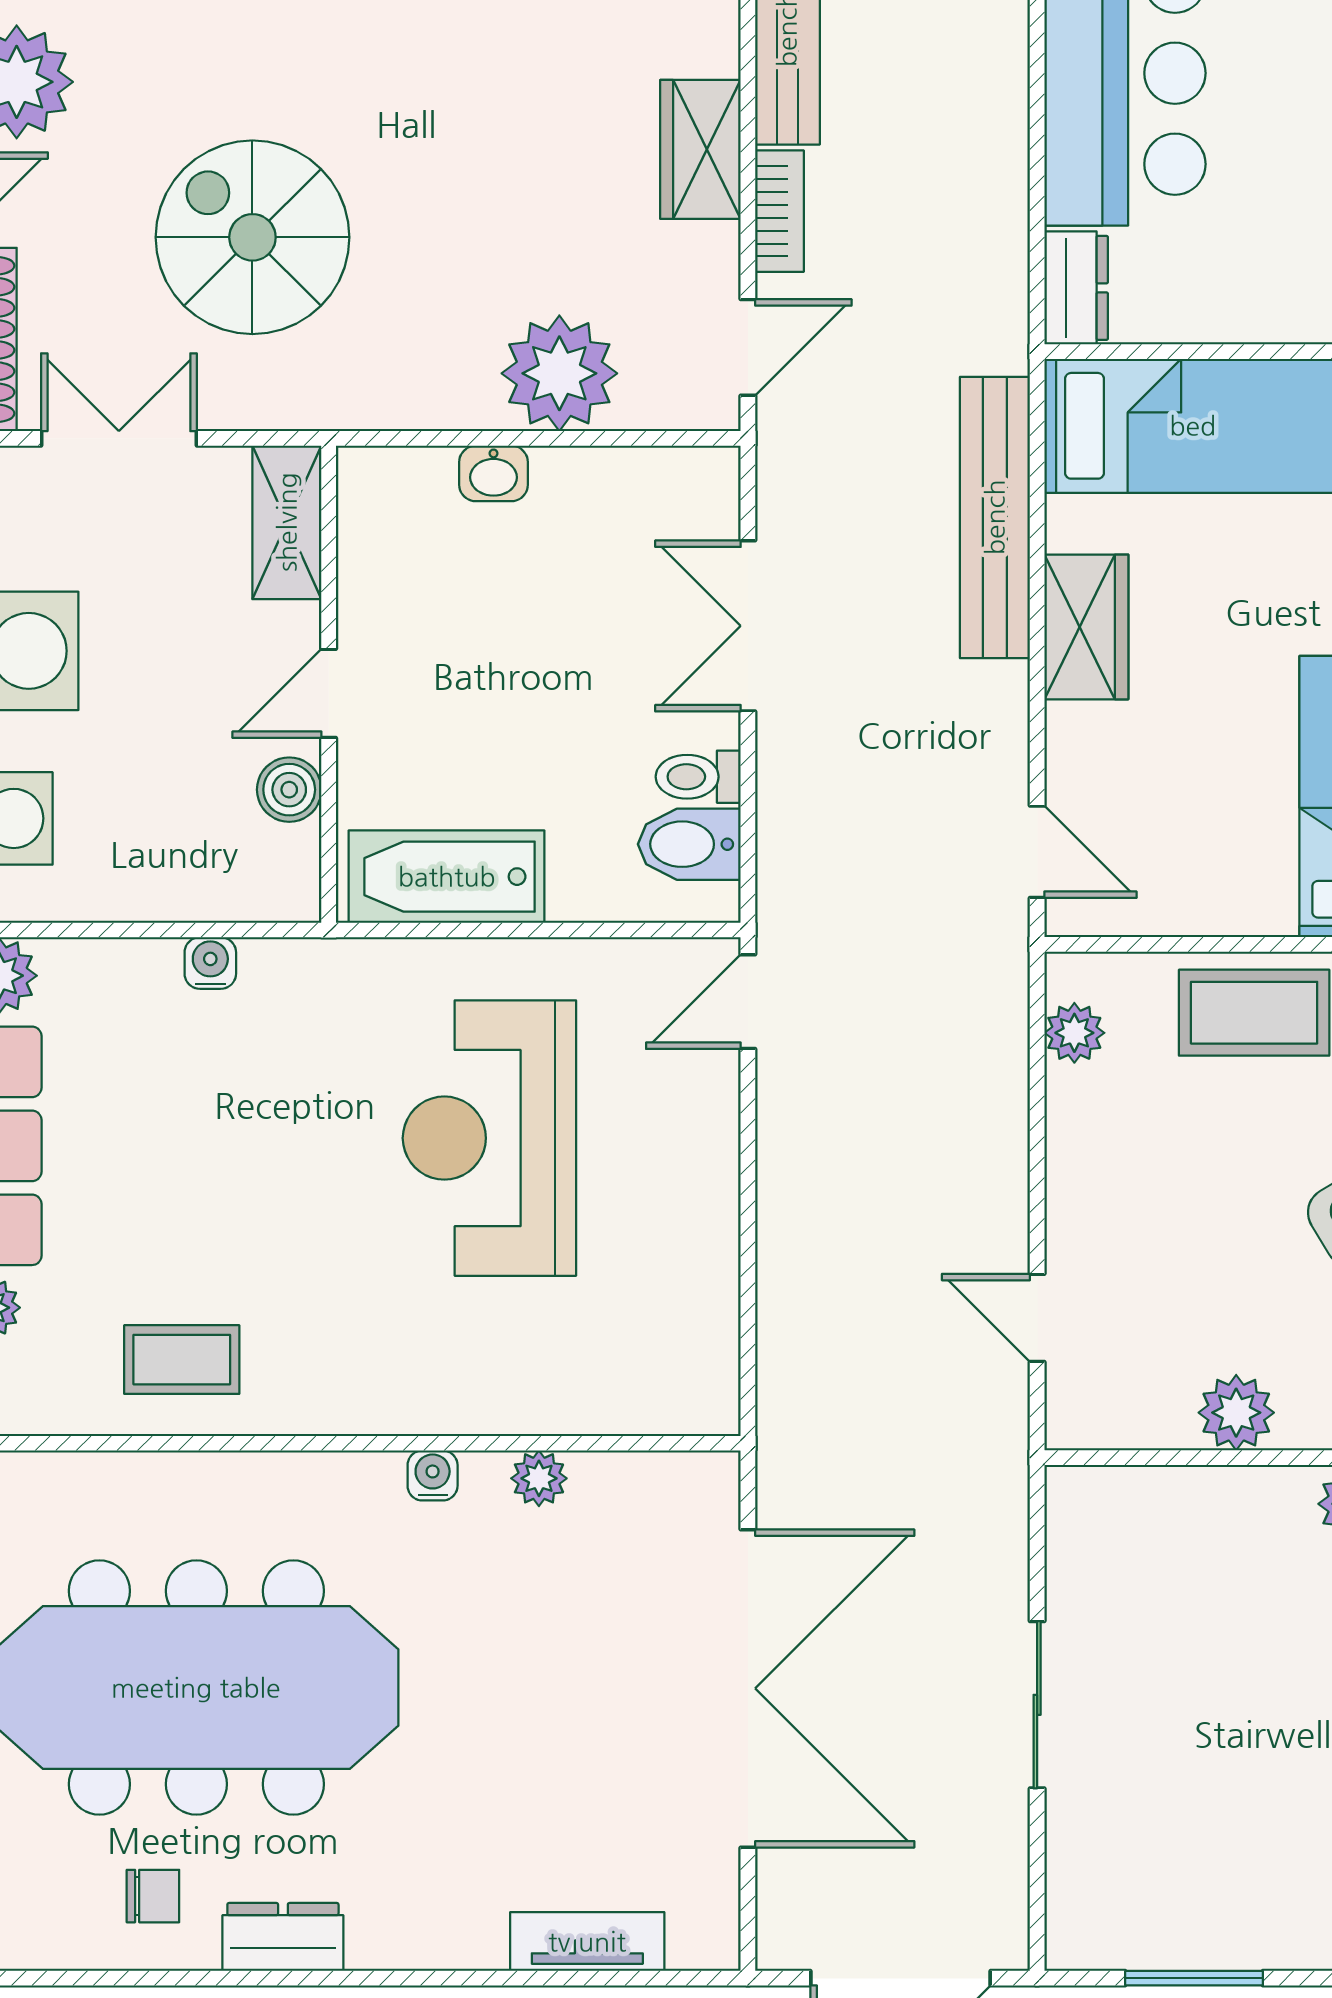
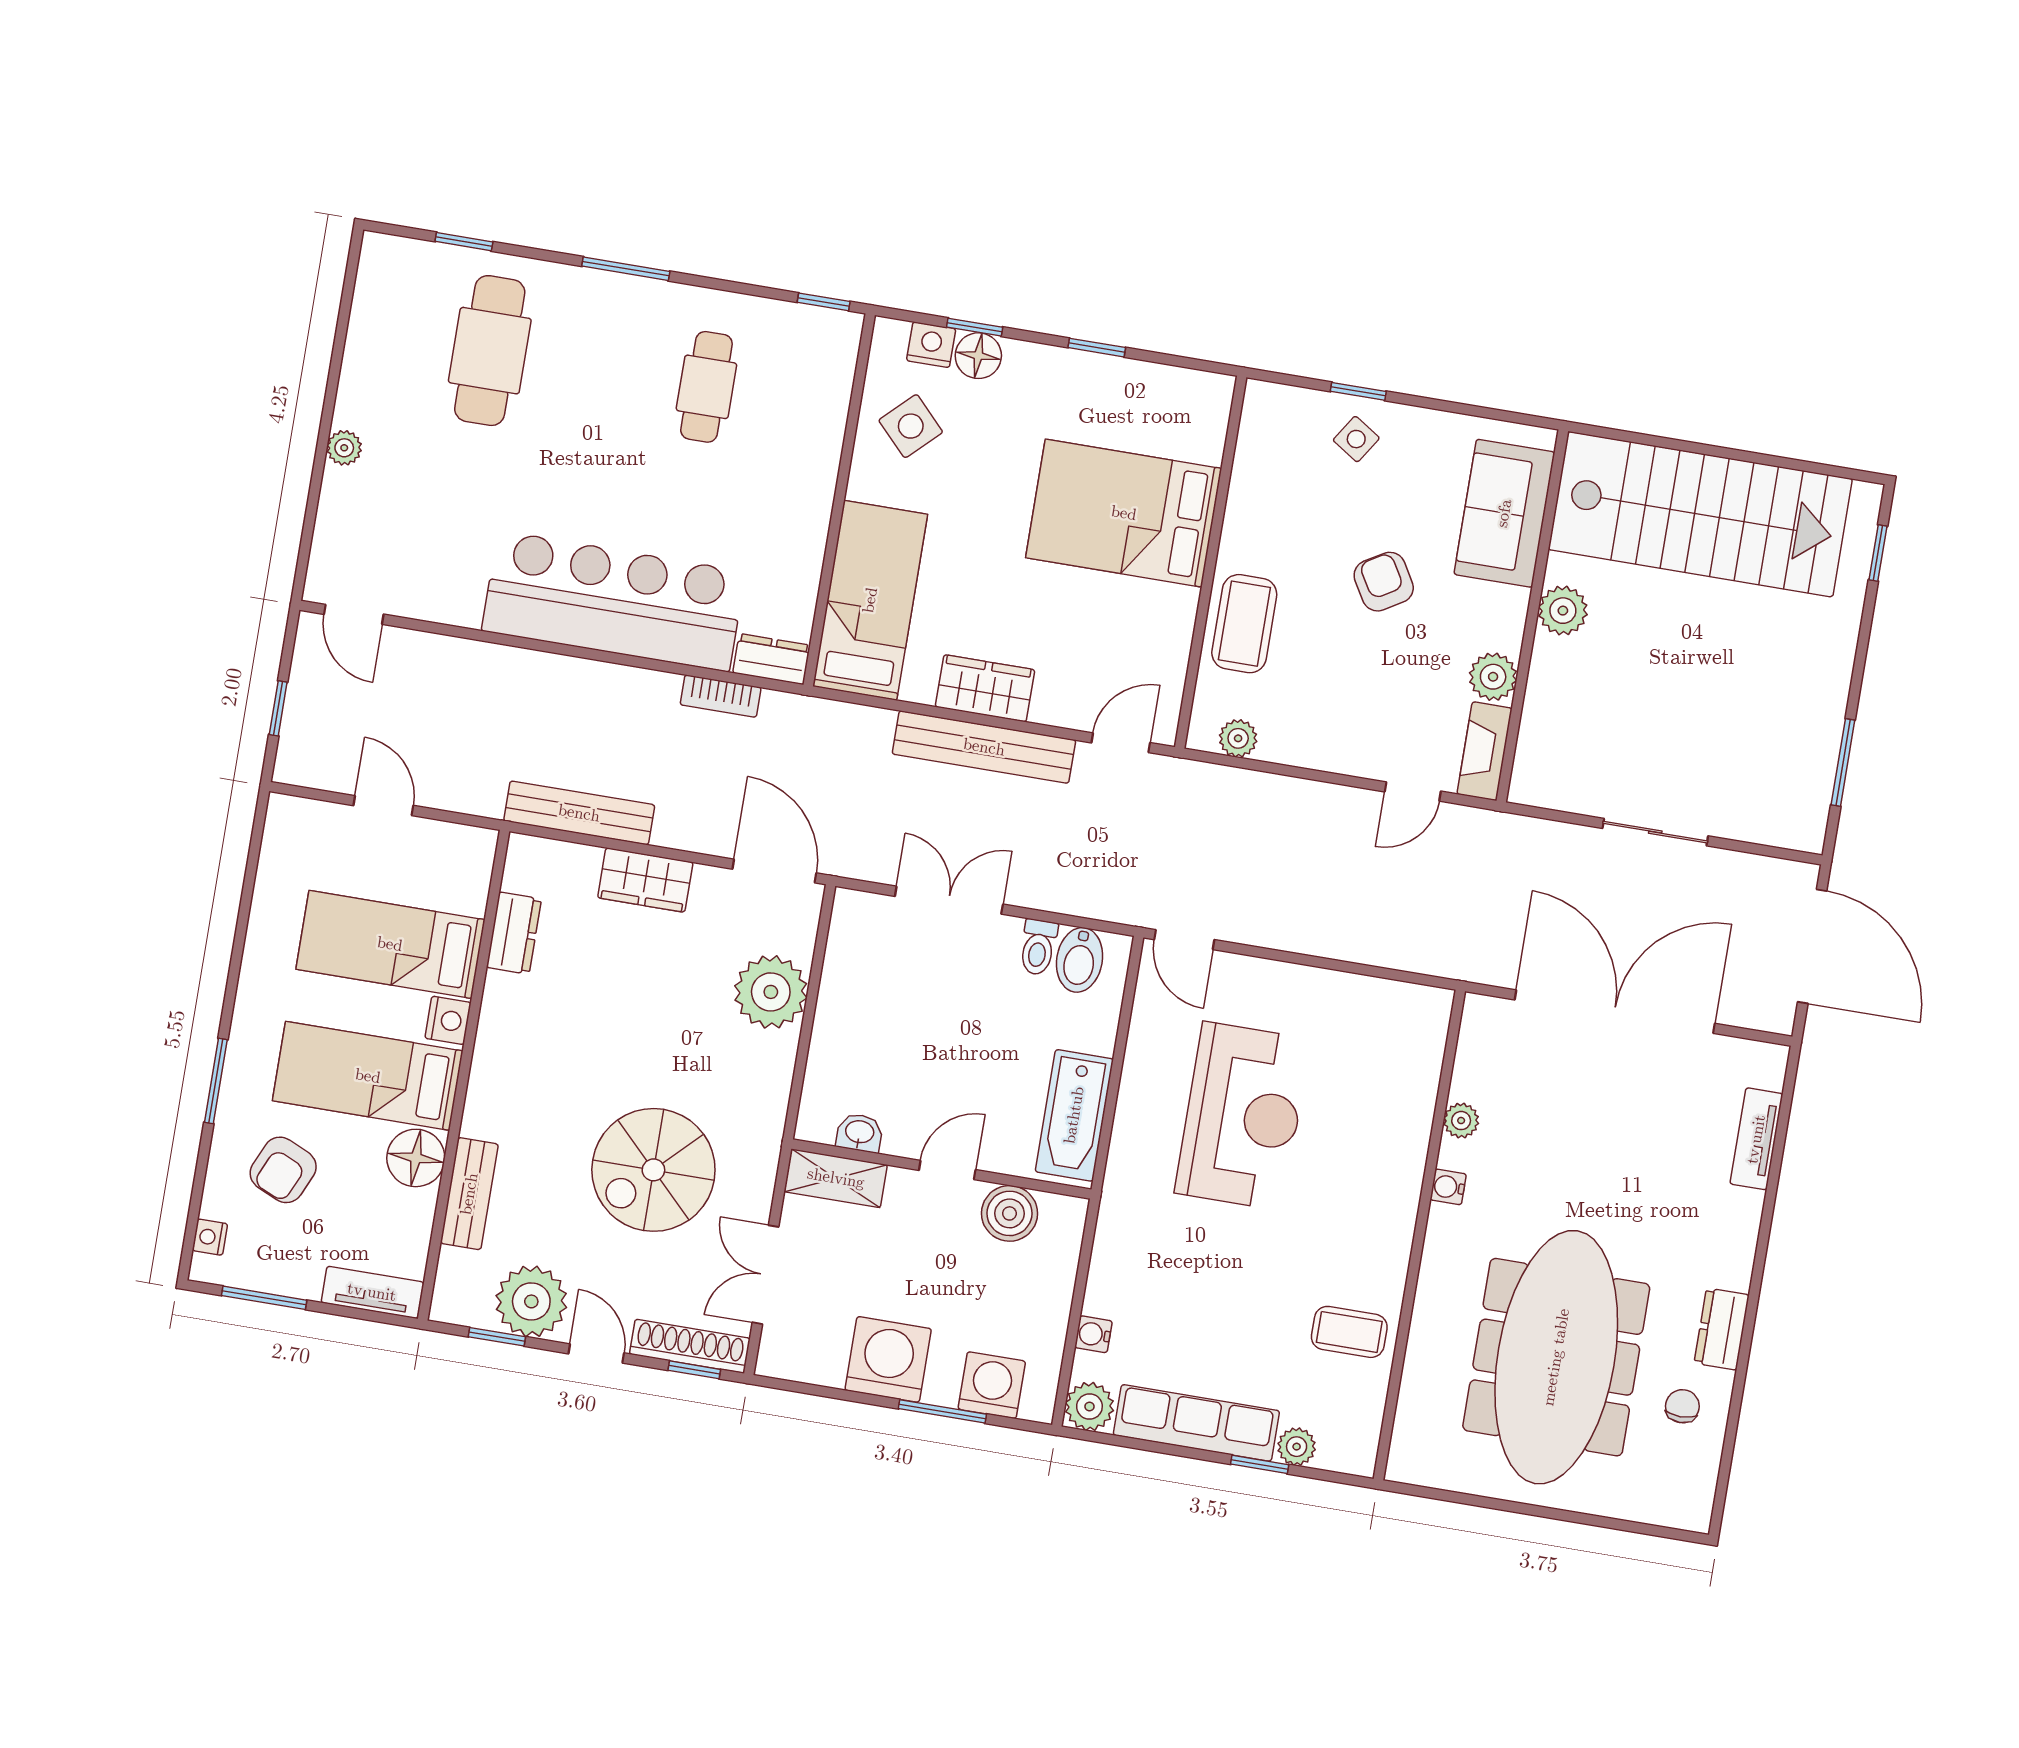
bookcase: (779, 211) -> (721, 696), moved, turned 180
door: (748, 347) -> (774, 871), width x1.38
washbasin: (494, 473) -> (860, 1133), moved, turned -90
bench: (995, 517) -> (984, 747), moved
double door: (748, 626) -> (949, 900), swing flipped
door: (329, 693) -> (947, 1170), swing flipped
boiler: (289, 790) -> (1009, 1213), width x1.36, depth x1.36
water cooler: (210, 963) -> (1093, 1334), moved
reception desk: (489, 1138) -> (1243, 1116), turned -90
coffee table: (182, 1360) -> (1349, 1332), turned 90
fireplace: (1118, 1419) -> (1485, 751), added

